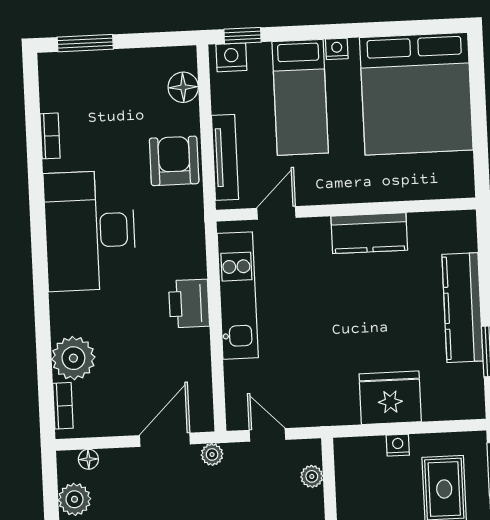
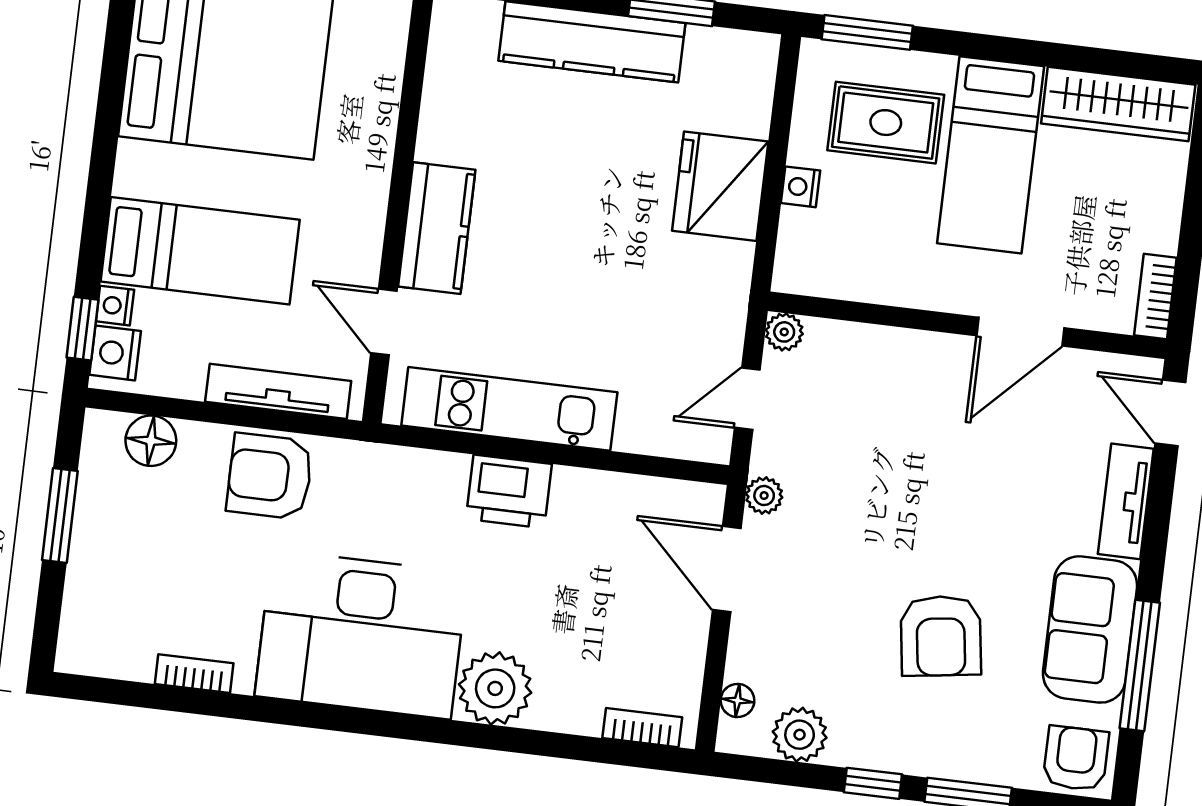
window: (85, 43) -> (60, 516), moved
nightstand: (337, 49) -> (115, 306), moved
kitchen counter: (369, 233) -> (437, 228), moved
plant: (73, 358) -> (495, 688), moved
plant: (312, 476) -> (784, 332), moved

